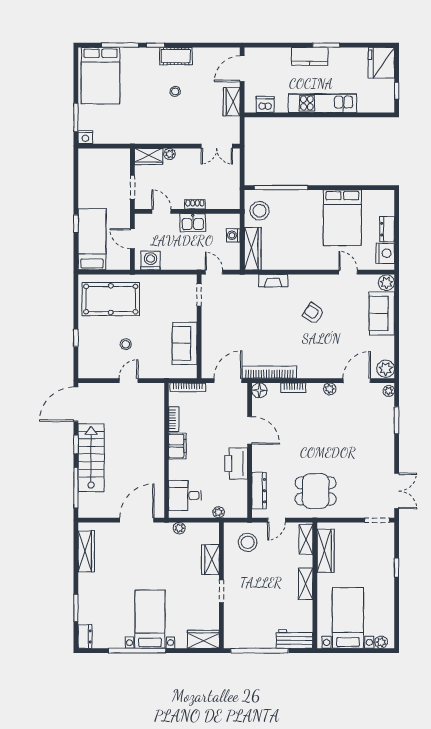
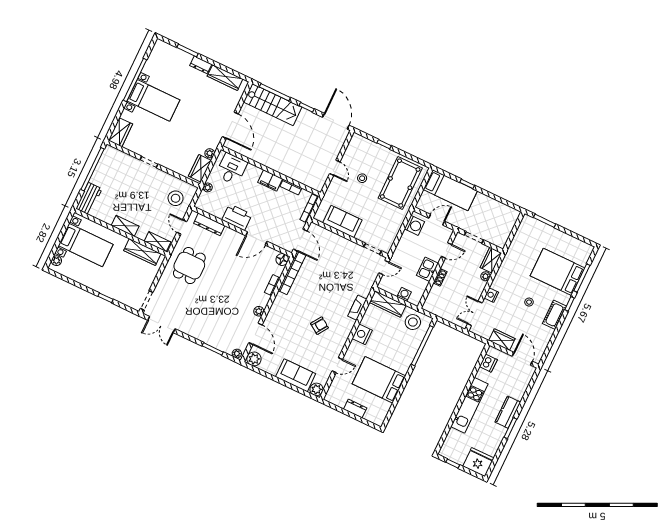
bed: (101, 76) -> (557, 272), moved
nightstand: (85, 137) -> (491, 295), moved
nightstand: (385, 253) -> (362, 334), moved, turned 90
stairs: (91, 458) -> (273, 105), moved
wardrobe: (210, 560) -> (200, 168), moved, turned -90
dresser: (85, 636) -> (201, 65), moved

